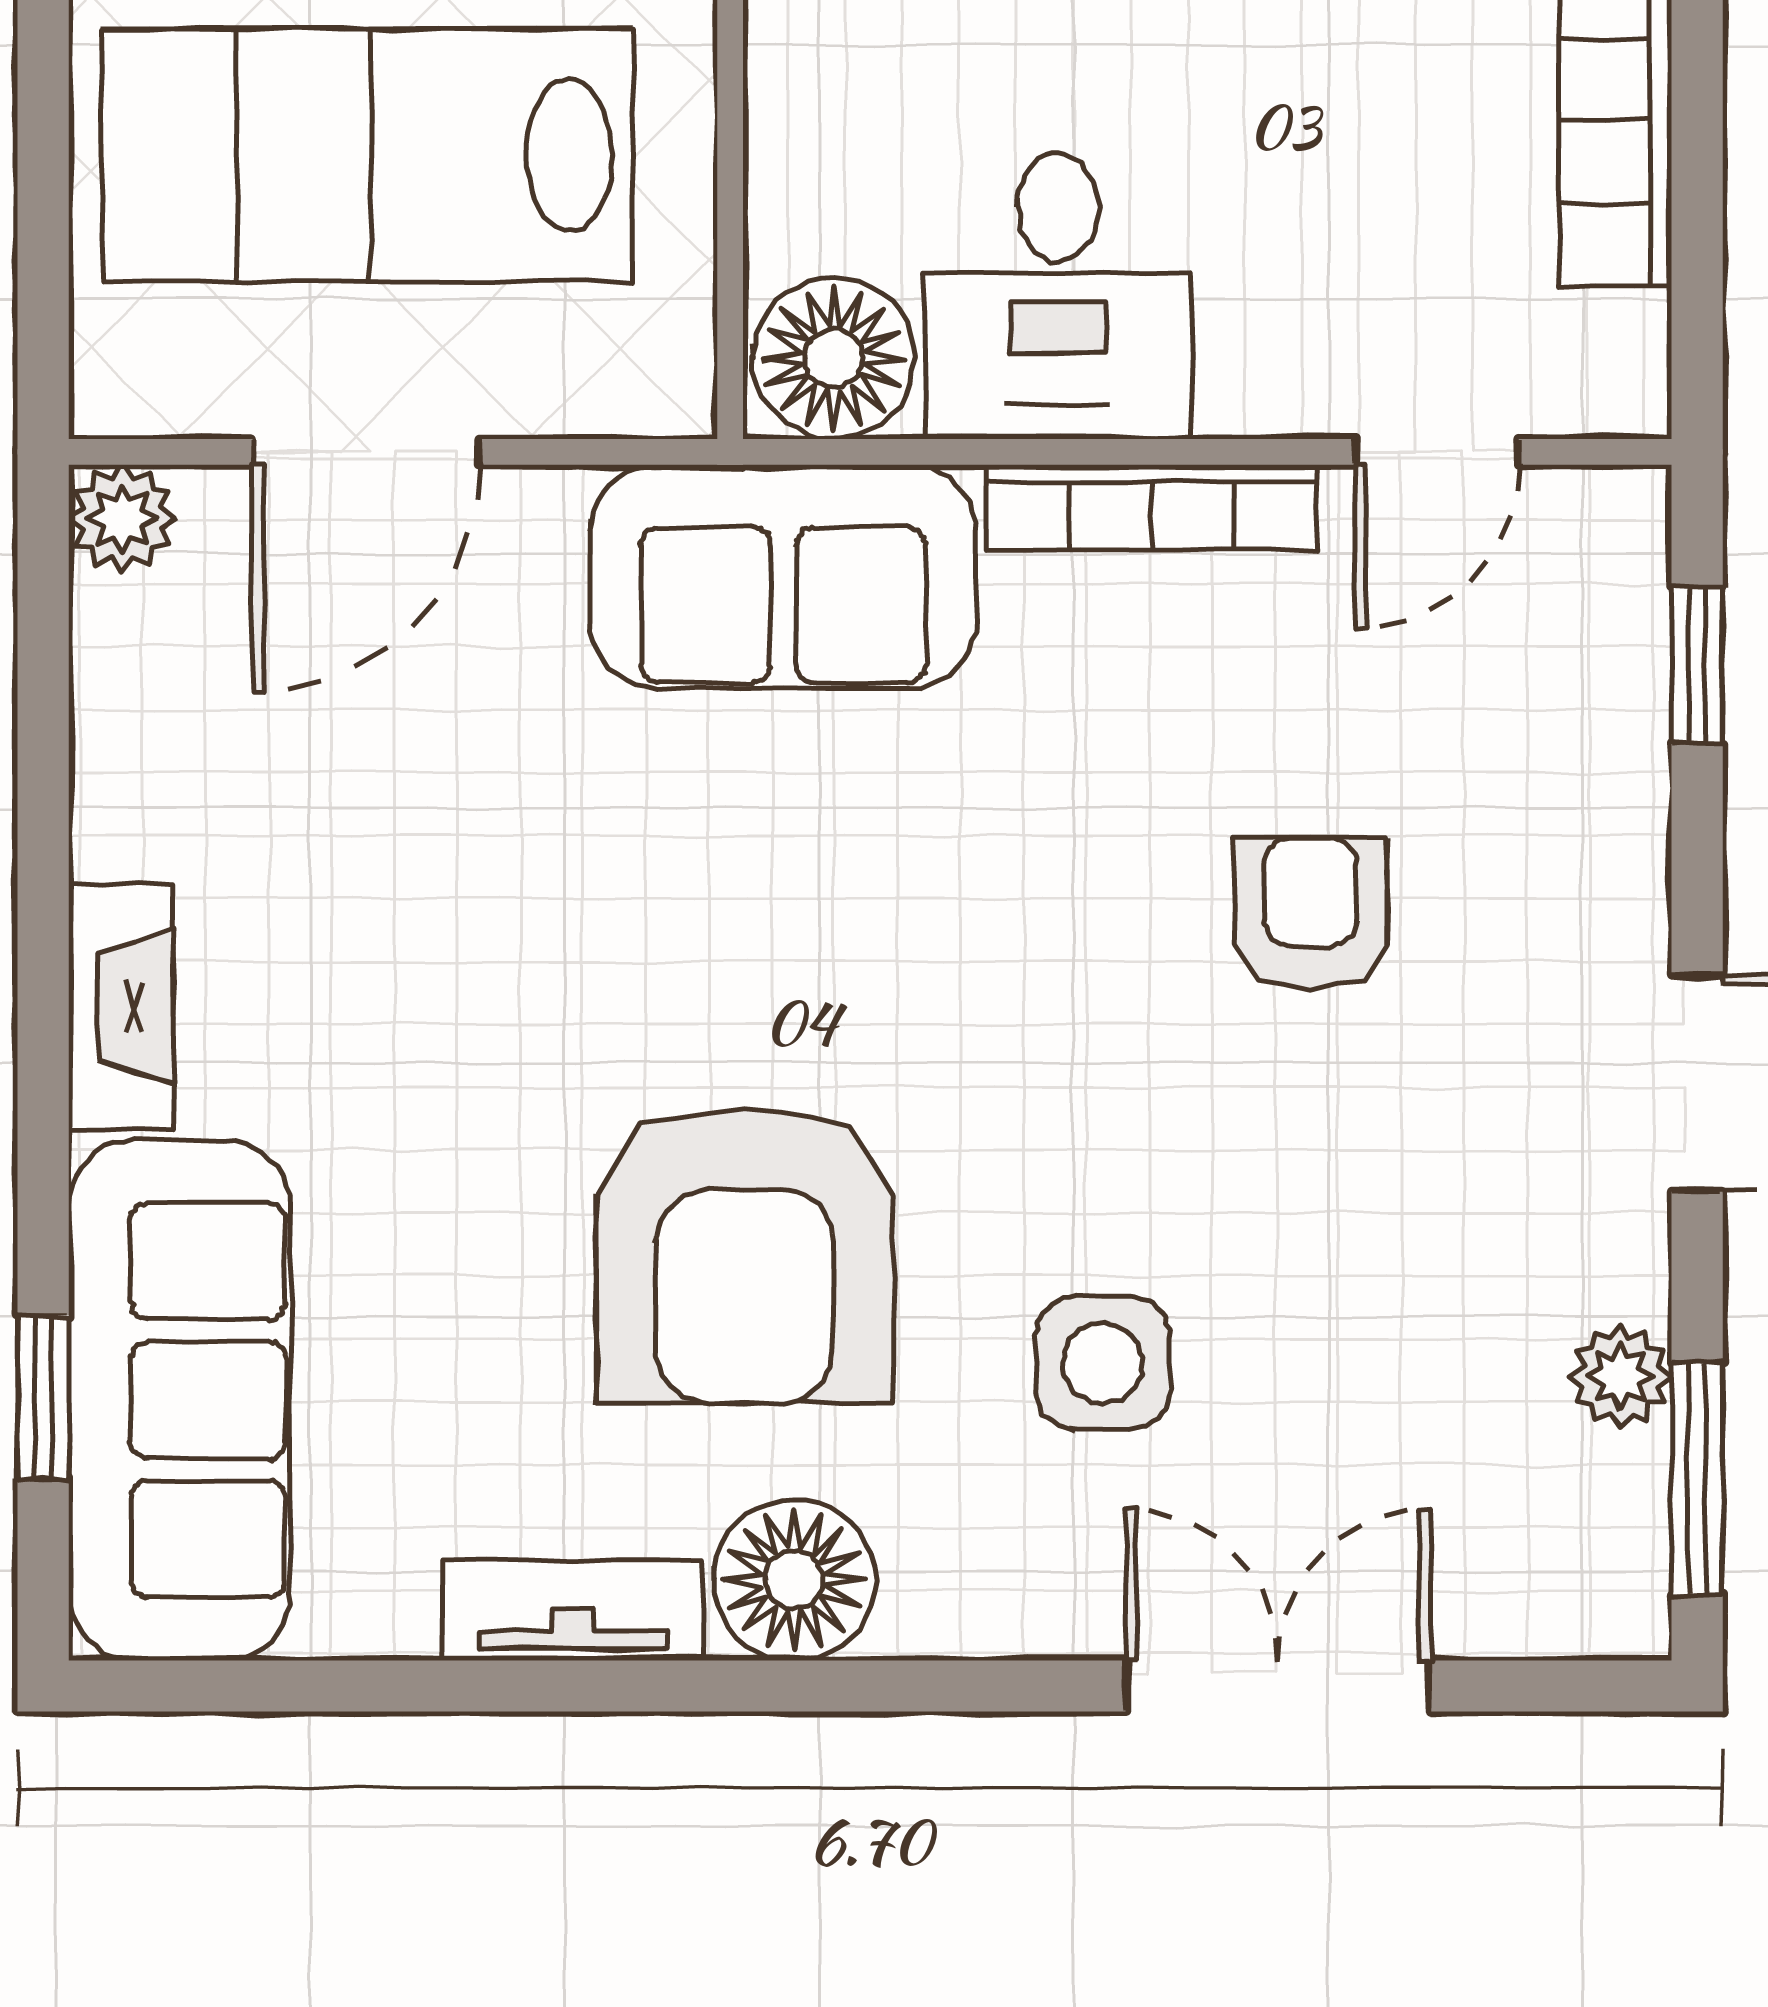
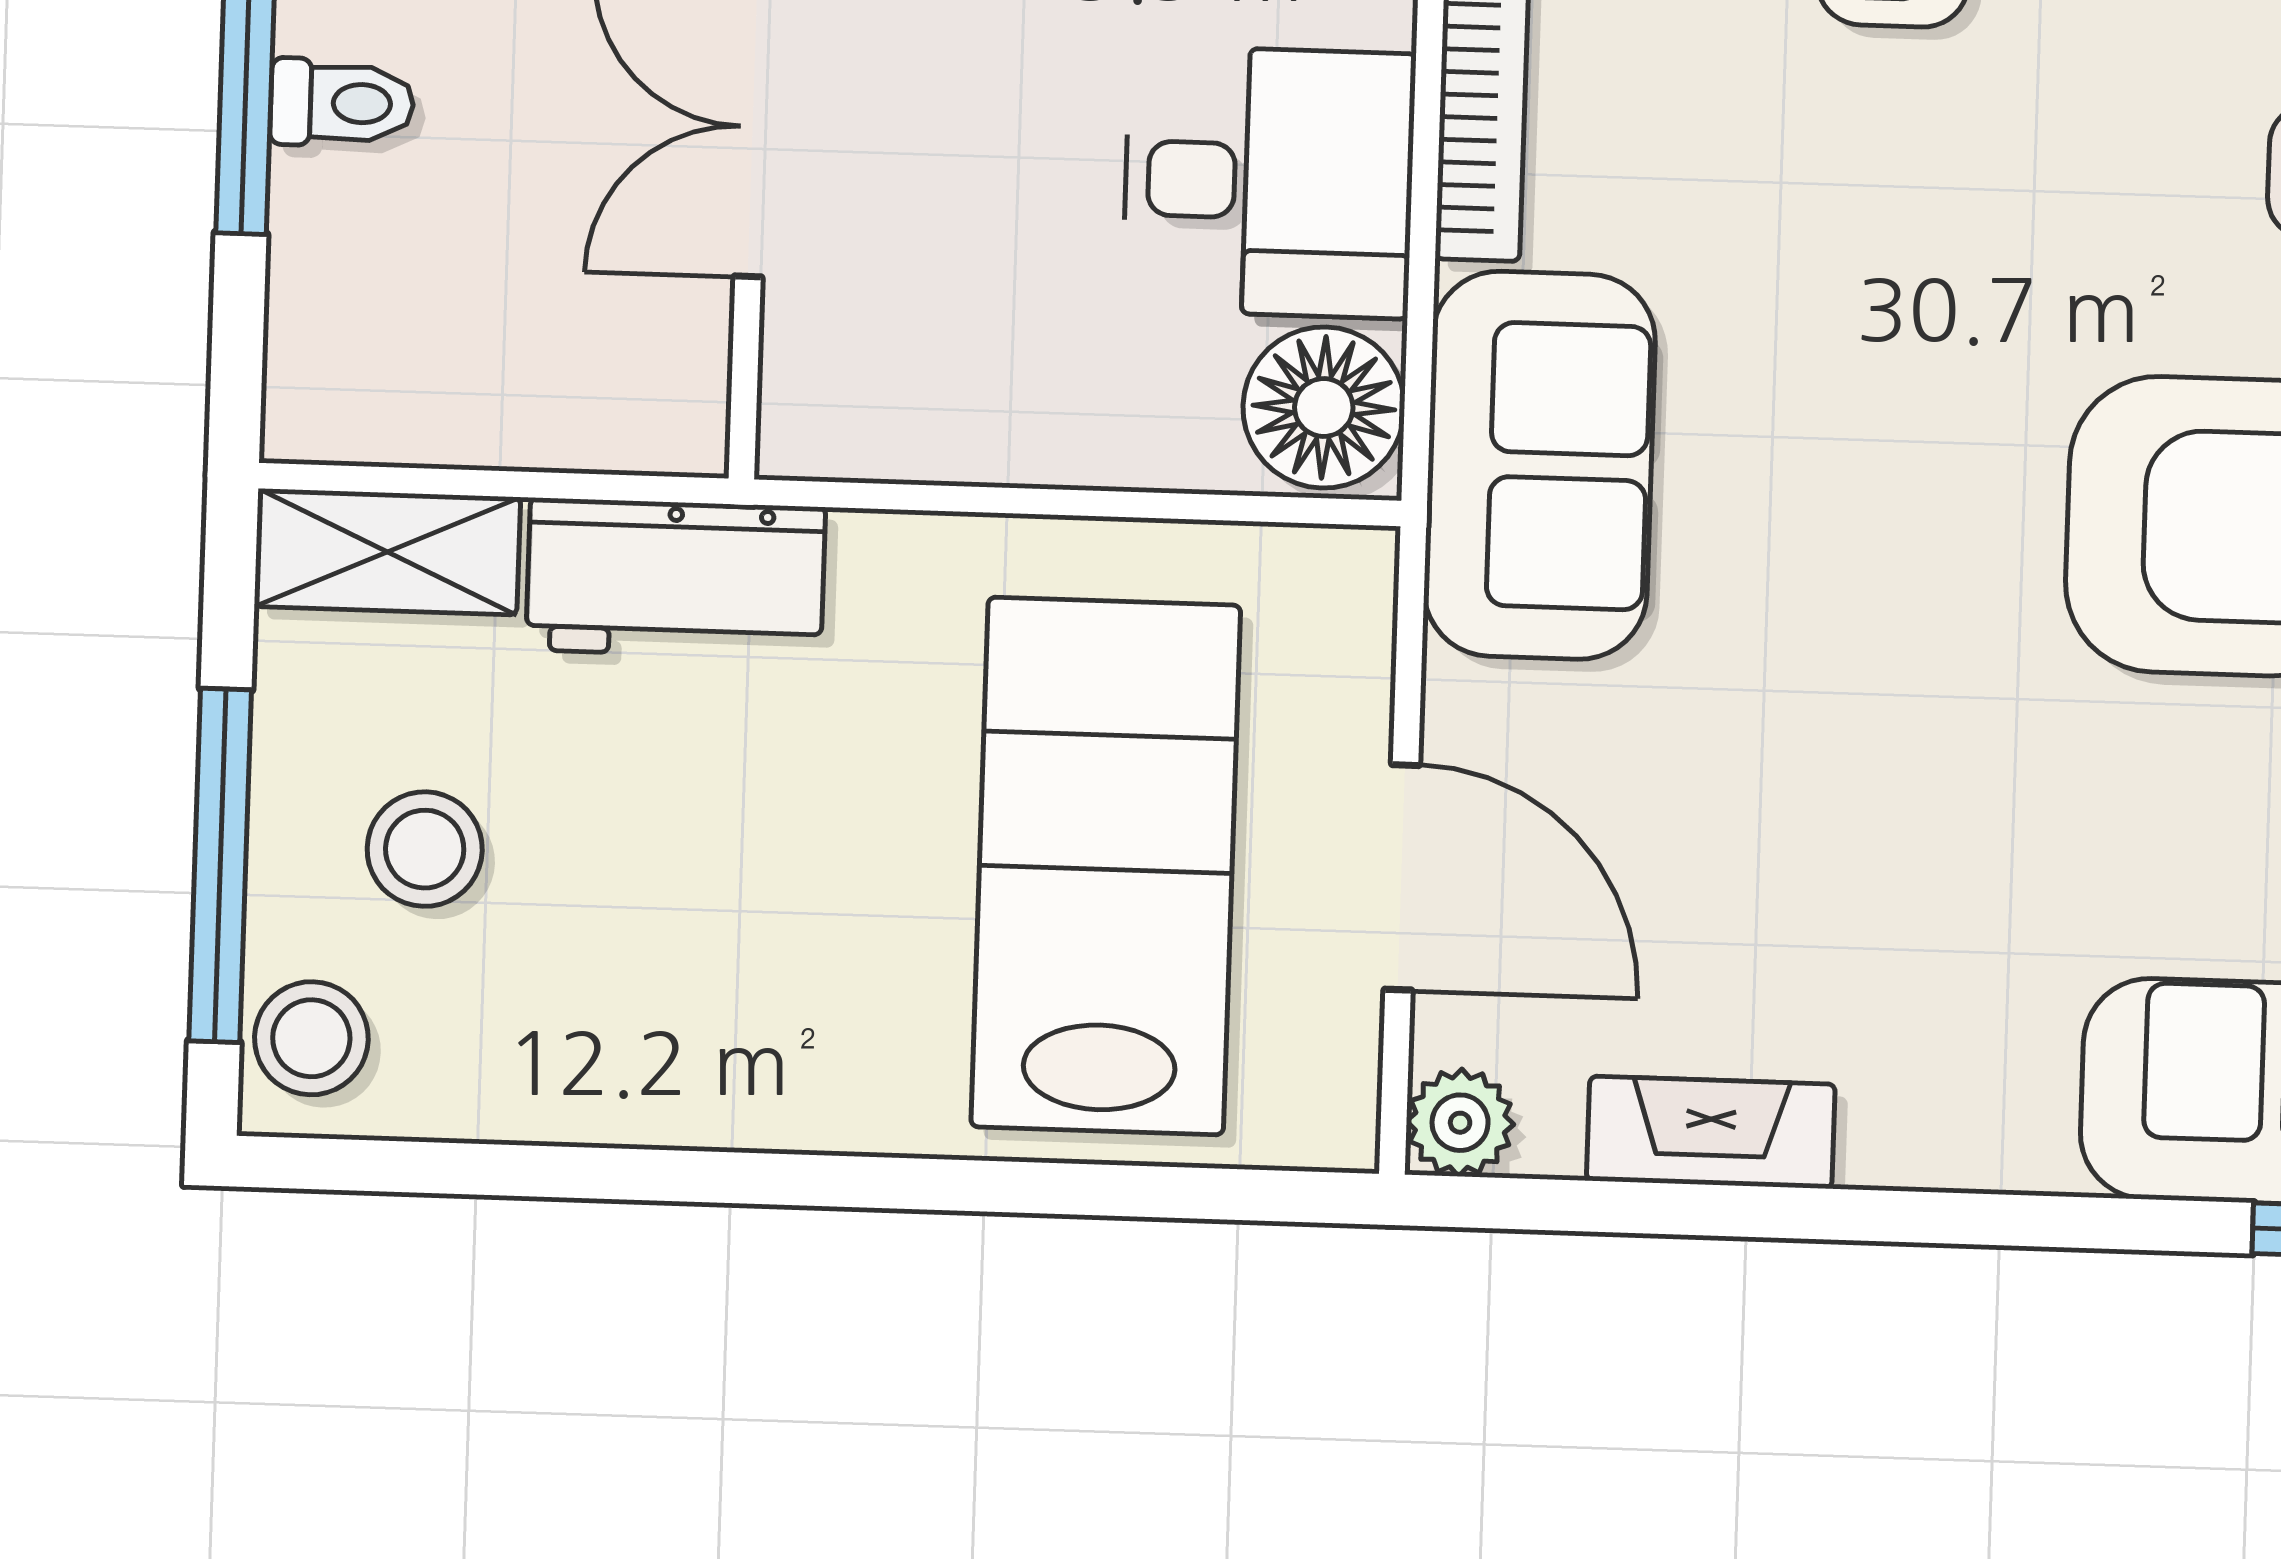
lab bench: (368, 155) -> (1106, 866), turned 180
fireplace: (121, 1007) -> (1711, 1132), moved

